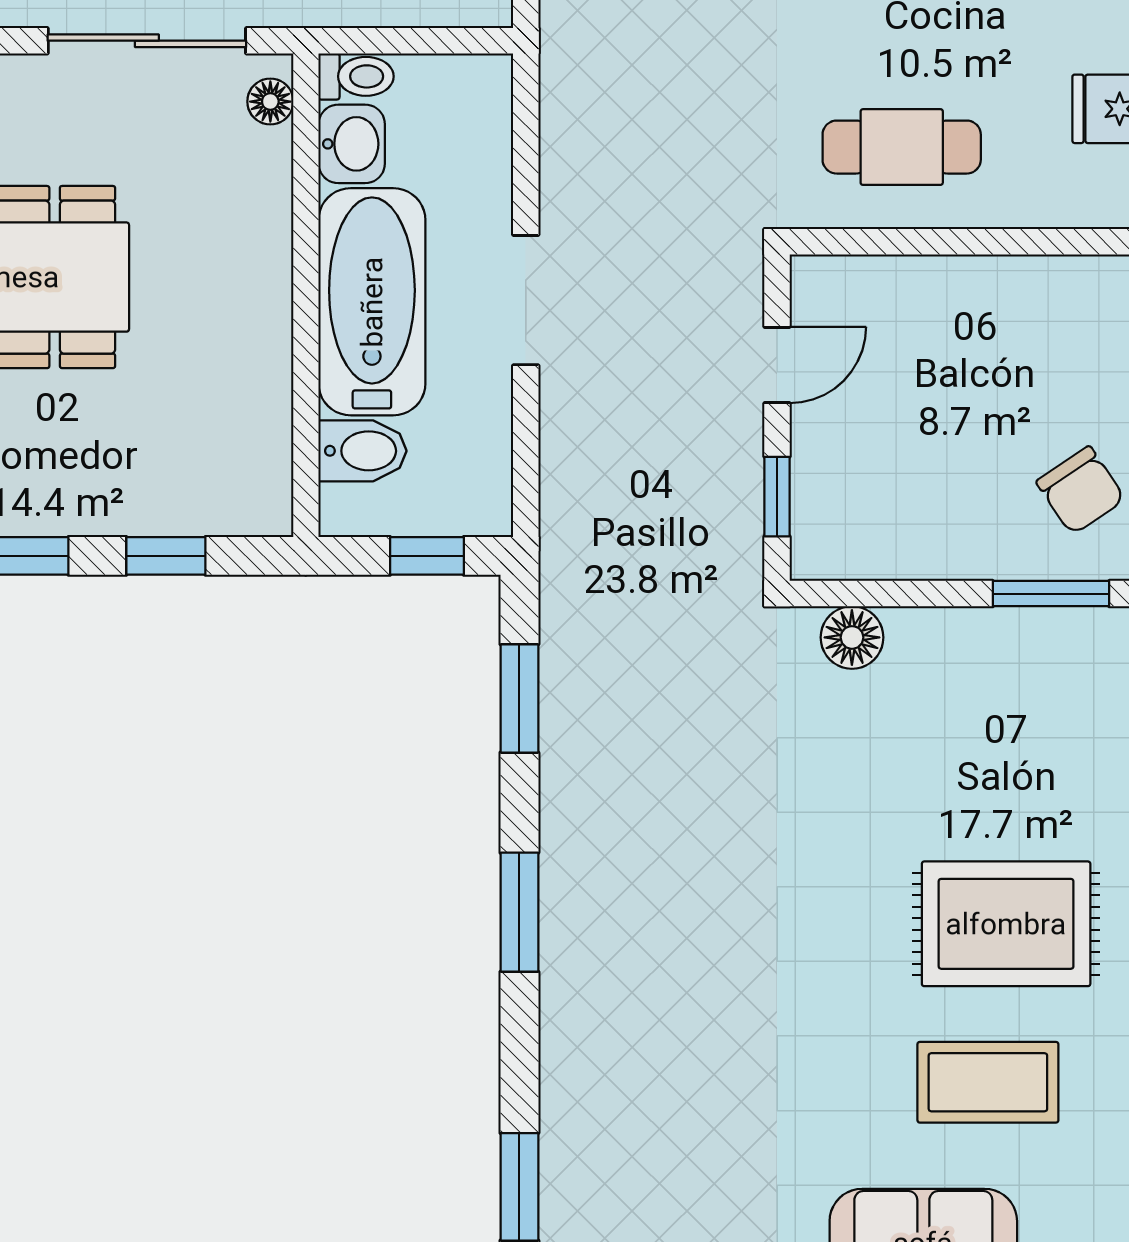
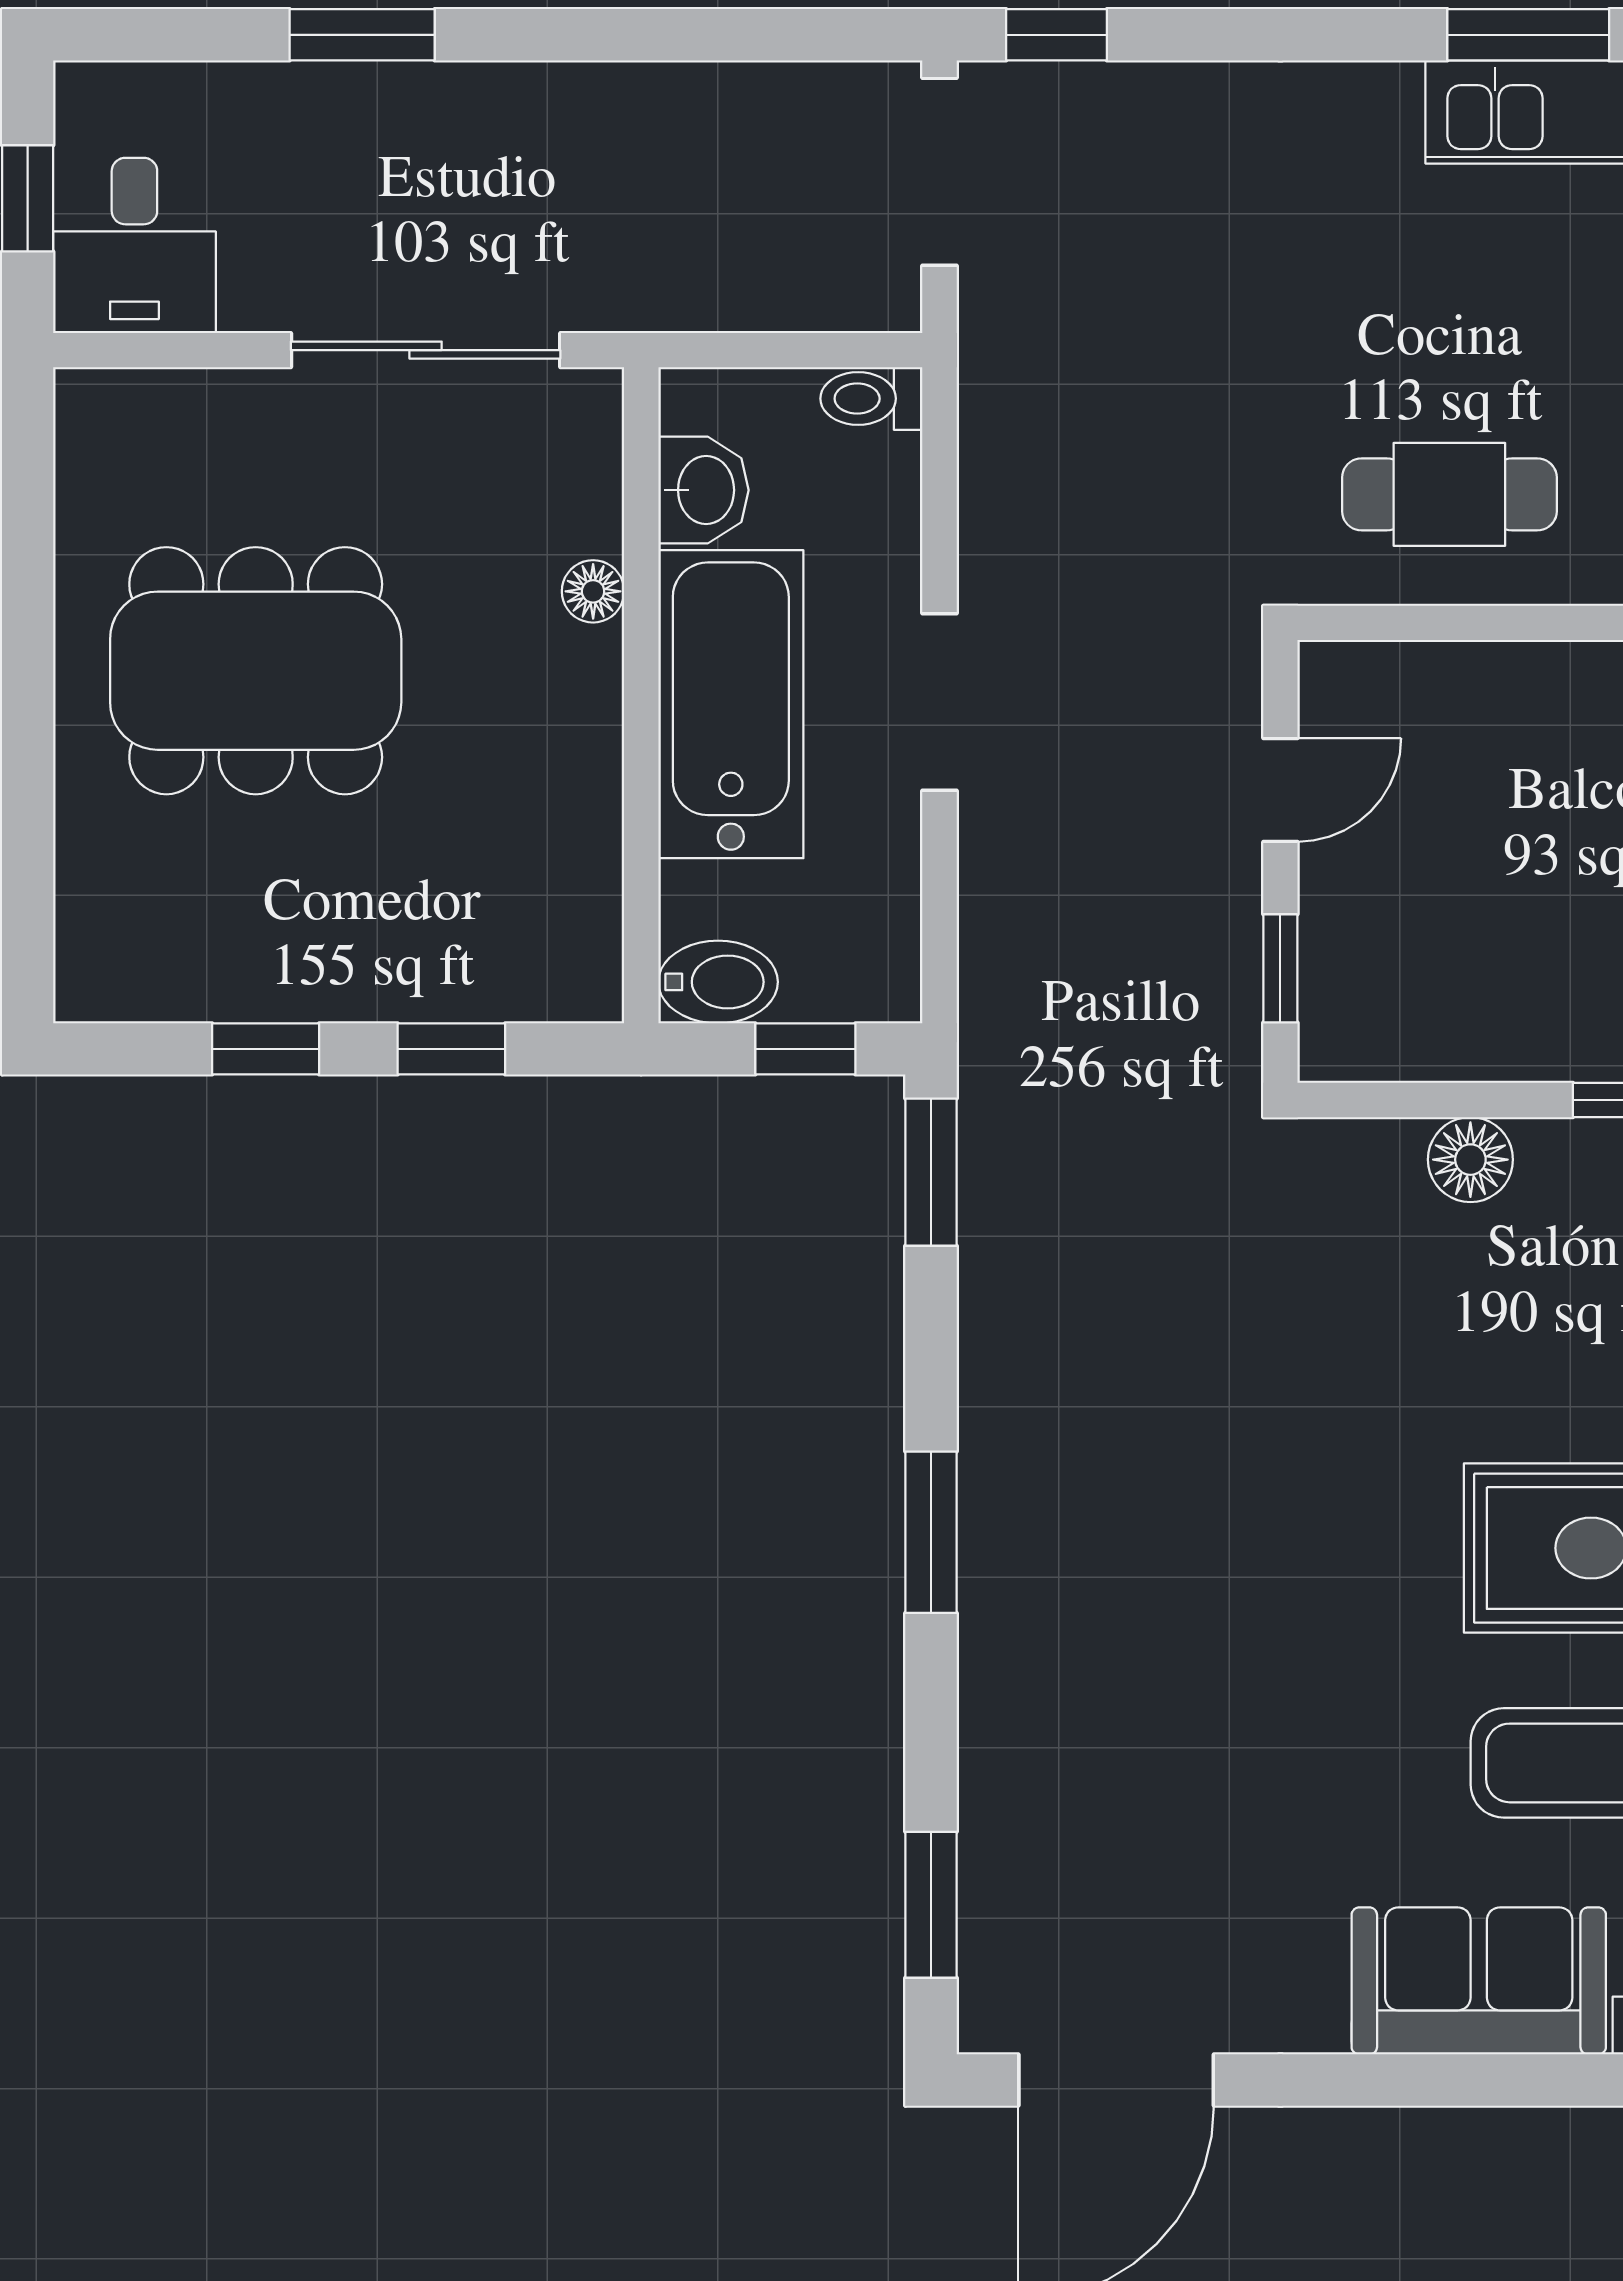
toilet: (356, 76) -> (871, 399), moved, turned 180
floor lamp: (270, 102) -> (593, 591), moved
bidet: (363, 451) -> (718, 982), moved
floor lamp: (852, 637) -> (1470, 1160), moved
window: (519, 698) -> (931, 1172), moved

